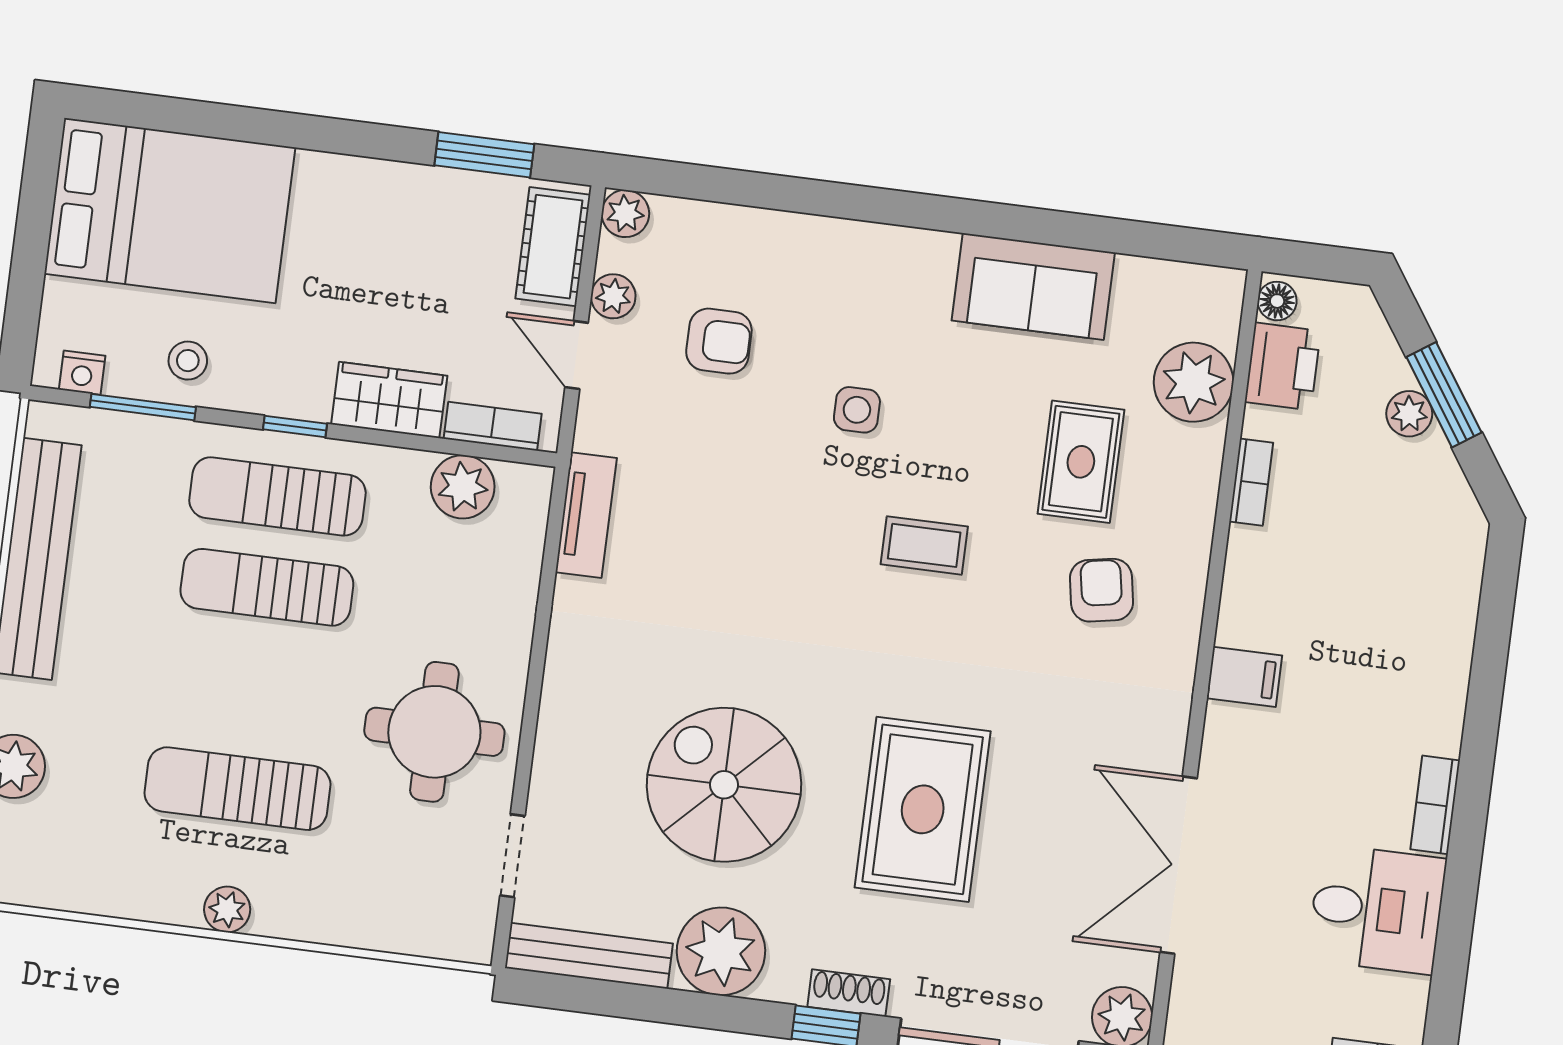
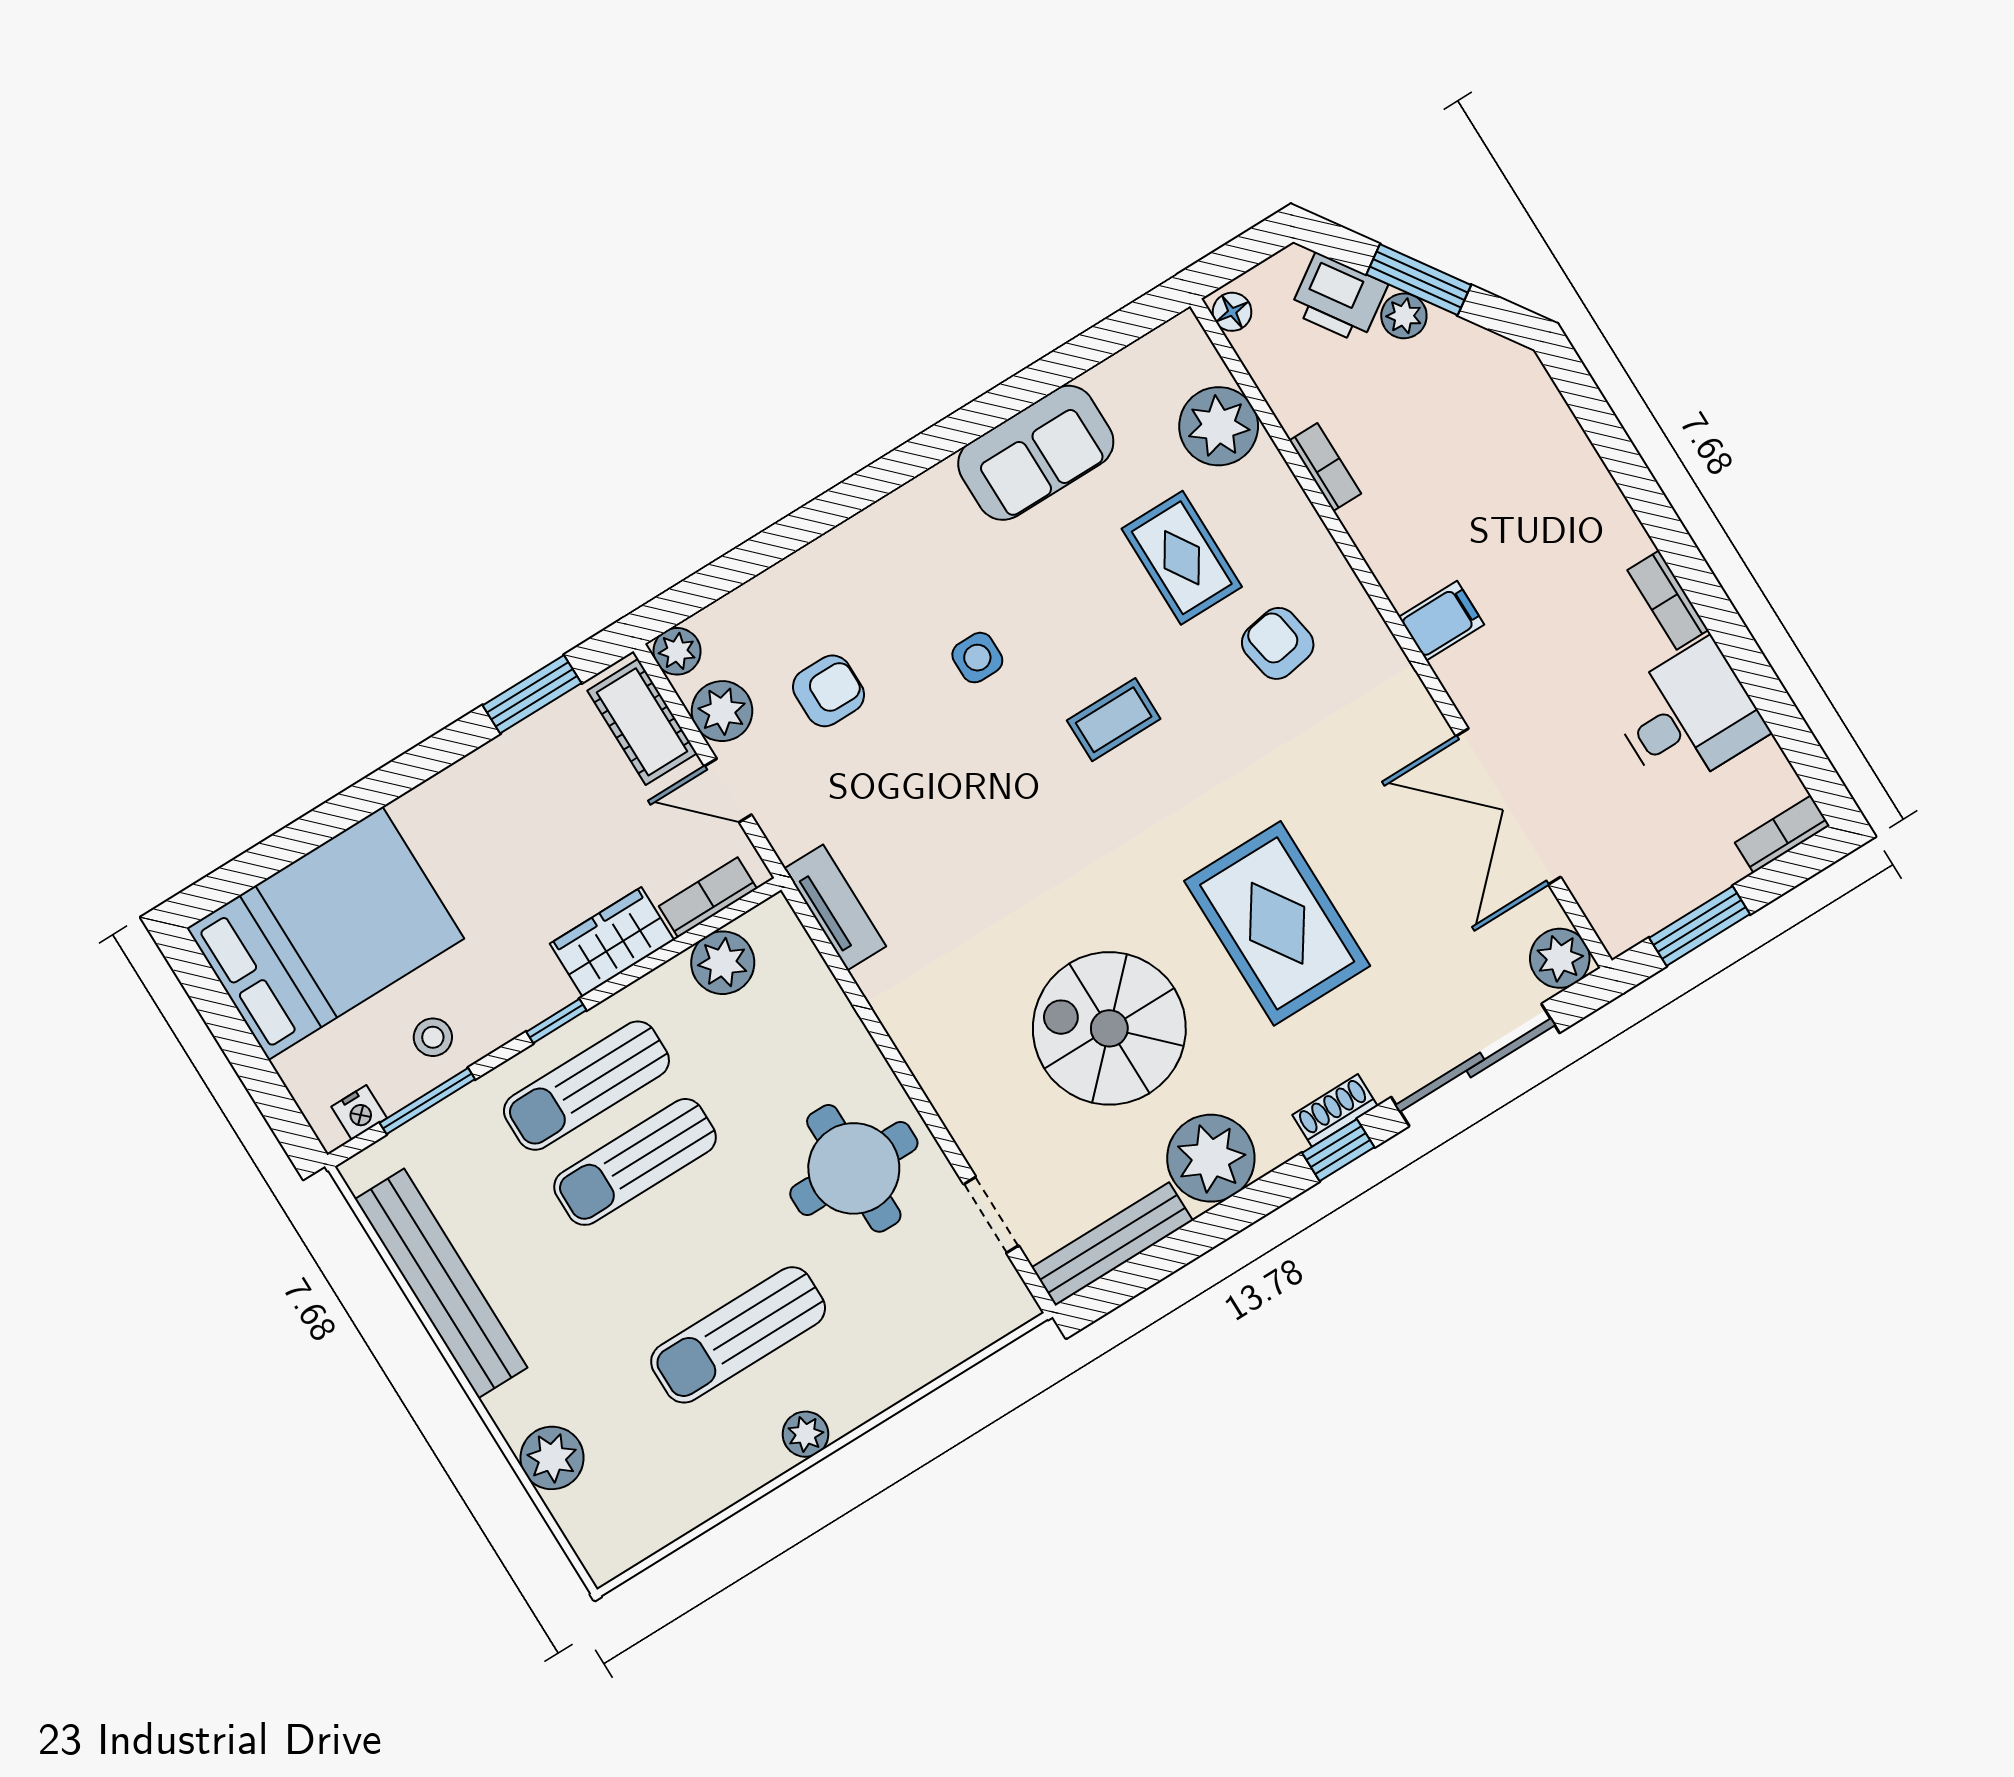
plant: (613, 296) -> (722, 711), width x1.38, depth x1.38
printer: (1283, 366) -> (1339, 298), moved, turned 146

